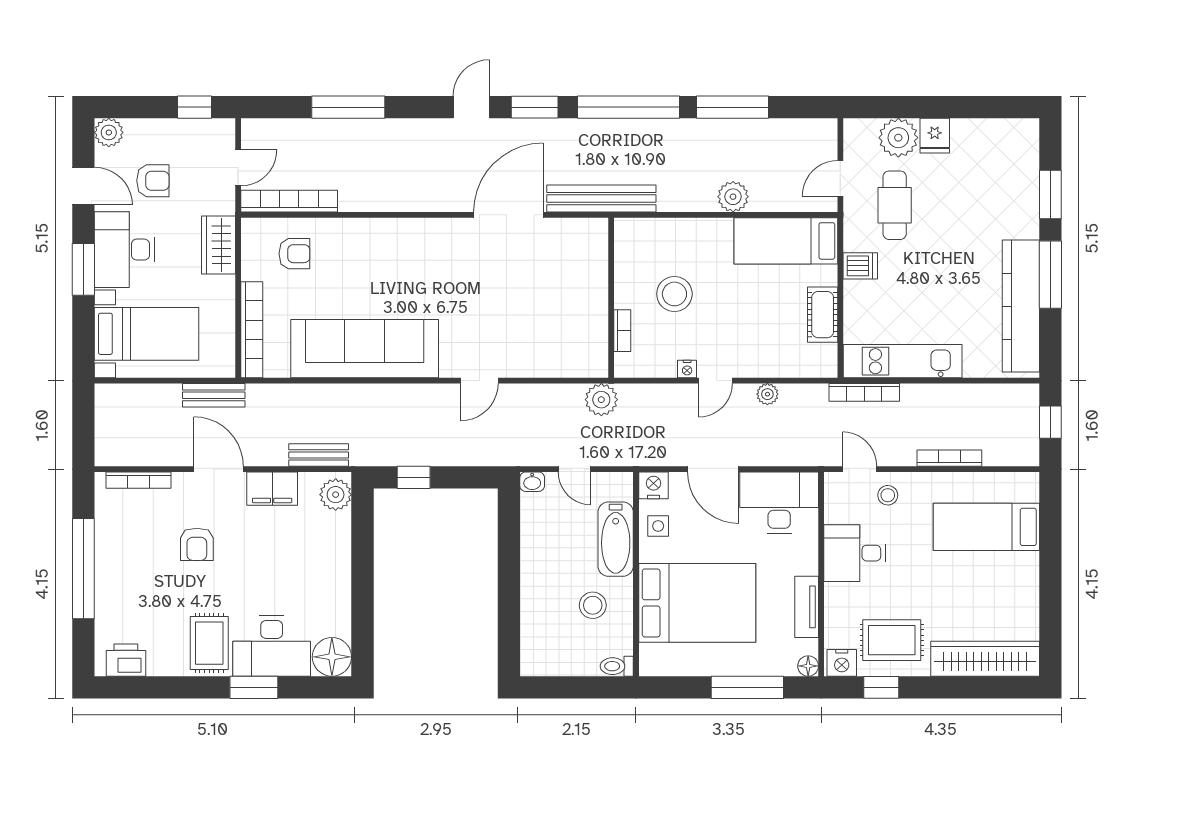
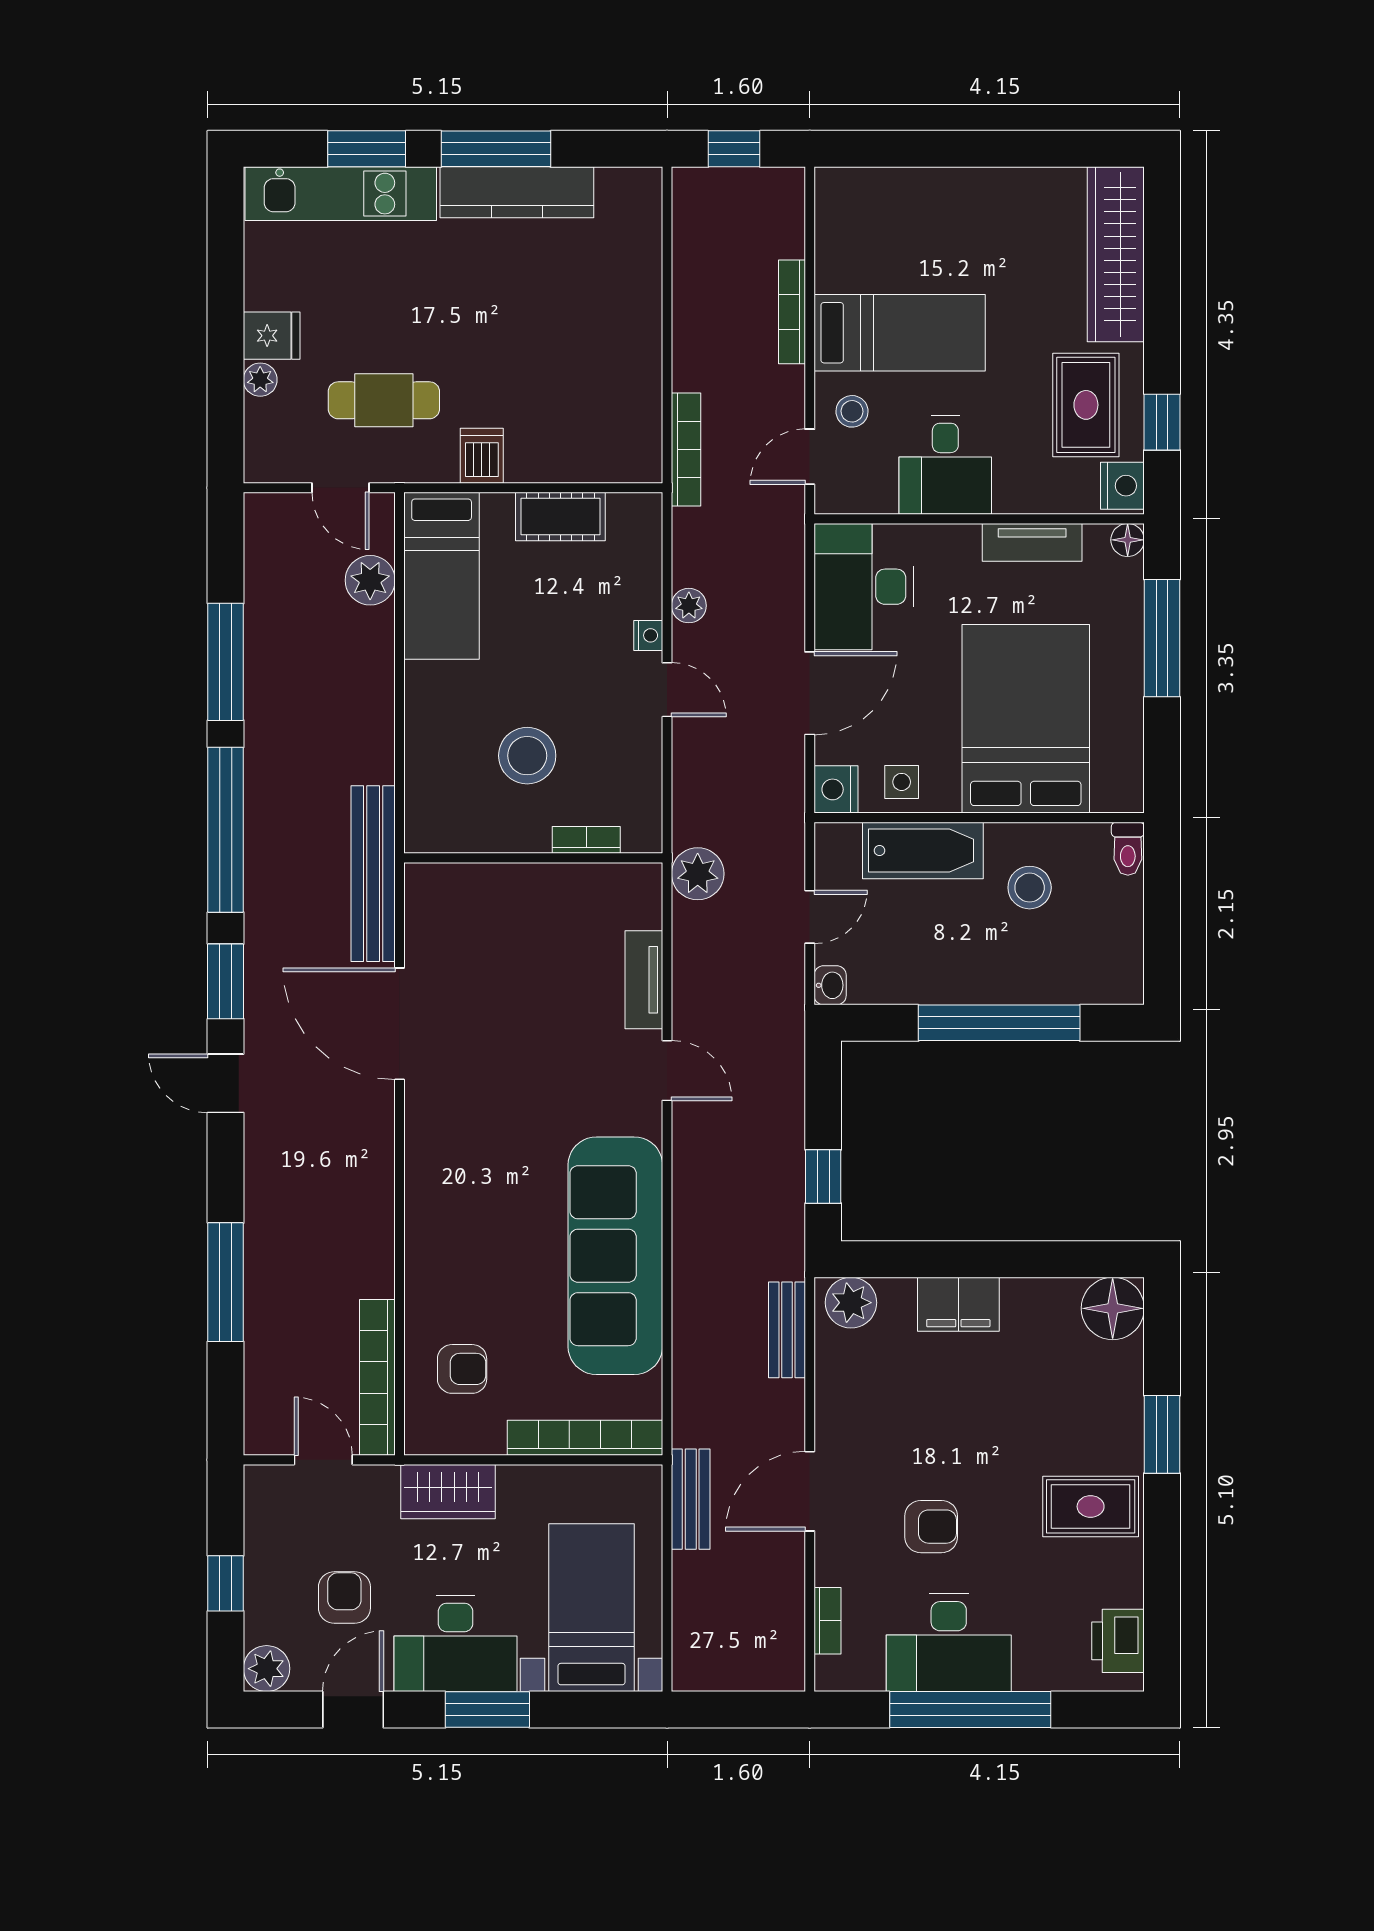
window: (195, 107) -> (226, 1583), moved
plant: (898, 138) -> (260, 380), width x0.53, depth x0.53
plant: (733, 197) -> (370, 580), moved
armchair: (294, 254) -> (462, 1369), turned 90
kitchen counter: (1021, 306) -> (517, 192), width x0.72, depth x0.86
kitchen unit: (903, 361) -> (341, 194), moved, turned -90
tv unit: (536, 366) -> (644, 980), added
nightstand: (687, 369) -> (648, 635), moved
bookcase: (138, 480) -> (828, 1621), width x0.64
filing cabinet: (272, 489) -> (958, 1304), moved, turned 90
bed: (986, 527) -> (900, 333), moved, turned -90
window: (509, 586) -> (999, 1023), added
desk: (272, 646) -> (949, 1643), moved, turned 90

